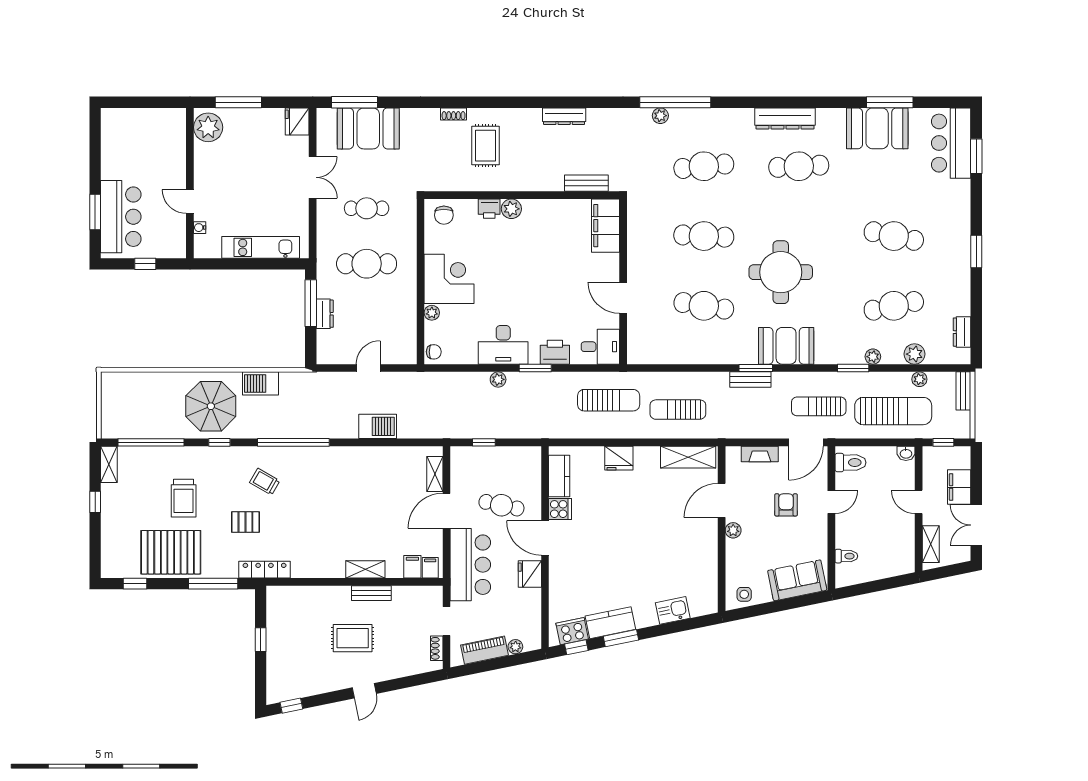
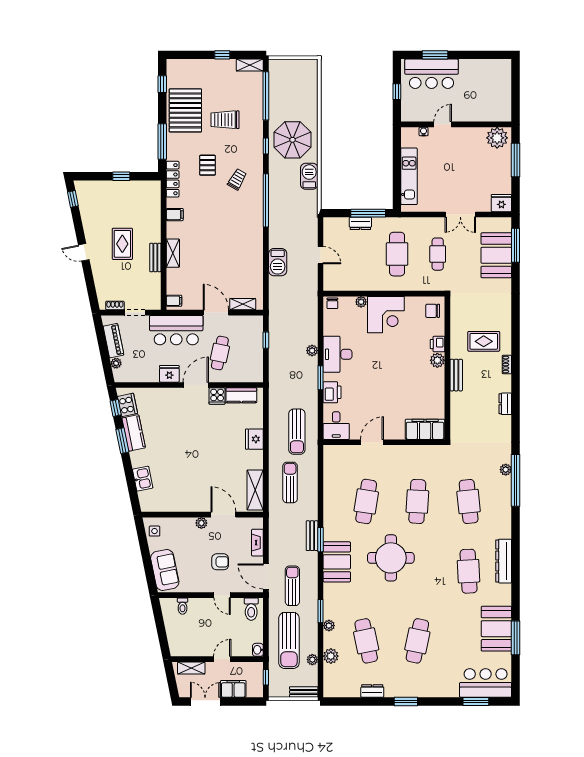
shoe rack: (454, 114) -> (507, 365), moved
dresser: (564, 116) -> (505, 404), width x0.70
bench: (586, 183) -> (456, 375), moved
dresser: (962, 332) -> (372, 691), moved
filing cabinet: (412, 567) -> (175, 215), moved

